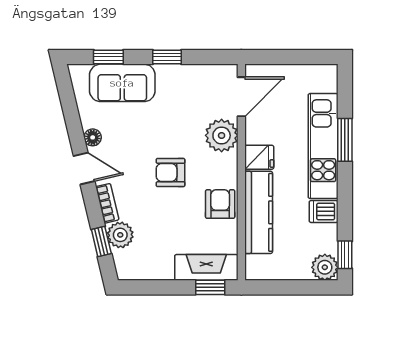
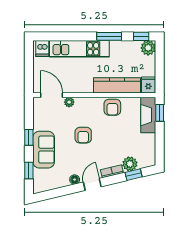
sofa: (122, 83) -> (44, 150), moved
plant: (222, 135) -> (69, 102), width x0.53, depth x0.53
window: (345, 140) -> (109, 36), moved
fridge: (259, 157) -> (148, 85), moved
armchair: (171, 173) -> (83, 135), moved
armchair: (220, 204) -> (112, 107), turned -90
dishwasher: (324, 211) -> (42, 48), moved

